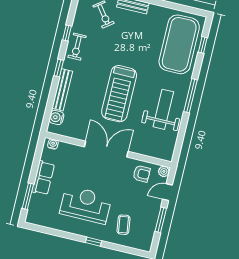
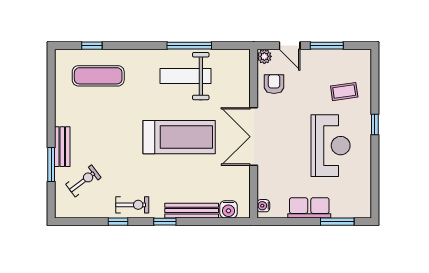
exercise mat: (179, 44) -> (98, 76), width x0.50, depth x0.69
window: (191, 96) -> (189, 46), moved
reception desk: (86, 205) -> (331, 146), turned 180

